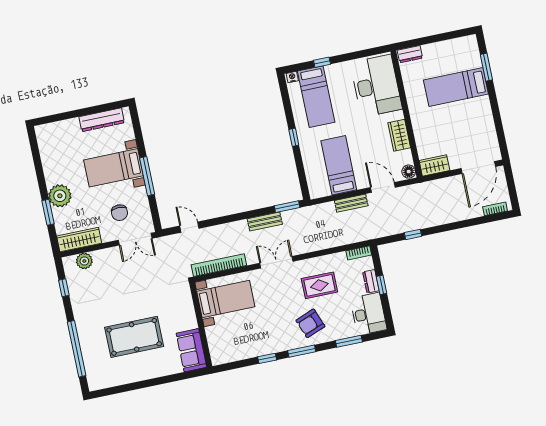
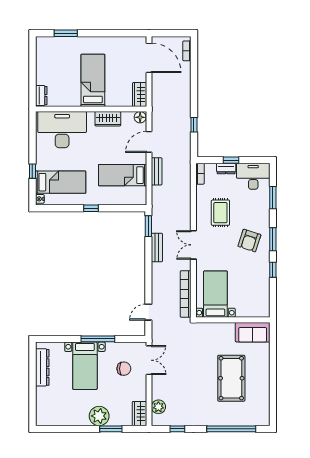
bed: (456, 87) -> (93, 80), moved, turned 180
wardrobe: (79, 240) -> (139, 414), width x0.67
armchair: (310, 323) -> (249, 240), moved, turned 39

